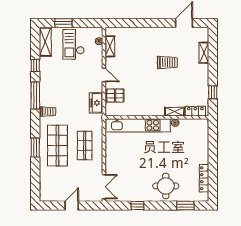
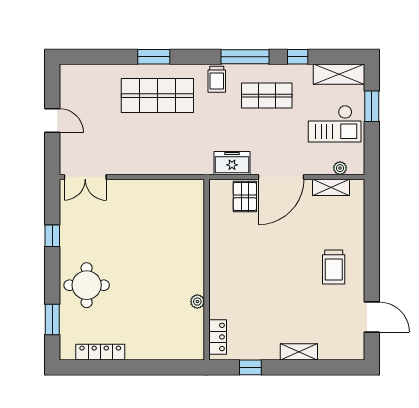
checkout: (74, 44) -> (335, 124), turned 180
shelving: (204, 53) -> (299, 352), moved
trolley: (167, 63) -> (334, 267), moved
door: (104, 75) -> (281, 177), width x1.88
shelving: (175, 112) -> (217, 301), removed
kitchen unit: (138, 125) -> (193, 236), removed
shop shelf: (85, 146) -> (267, 96), moved

